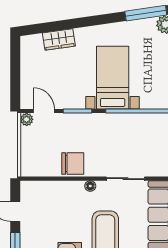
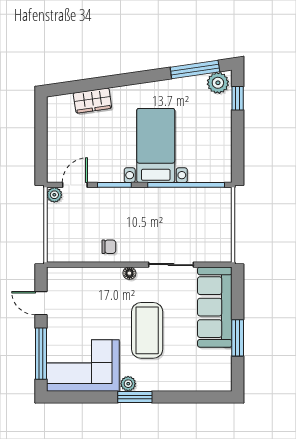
door: (44, 111) -> (75, 185), hinge flipped
chair: (73, 164) -> (109, 247), width x0.54, depth x0.54

